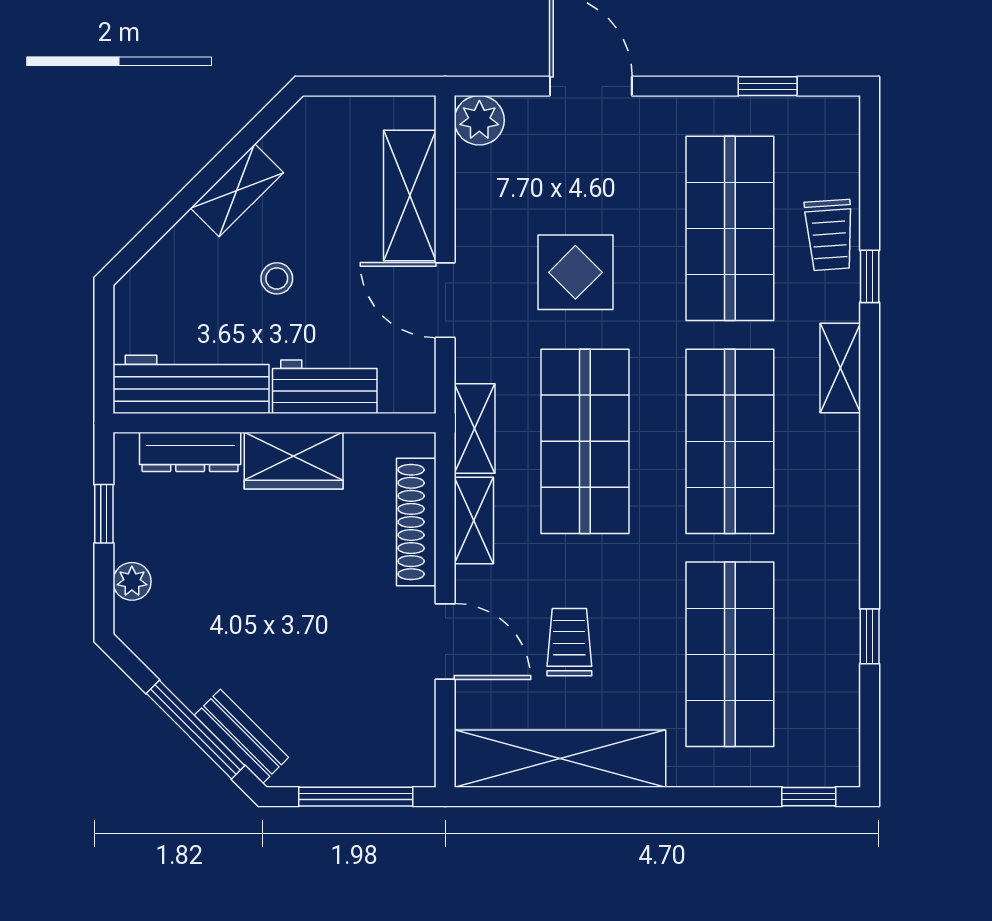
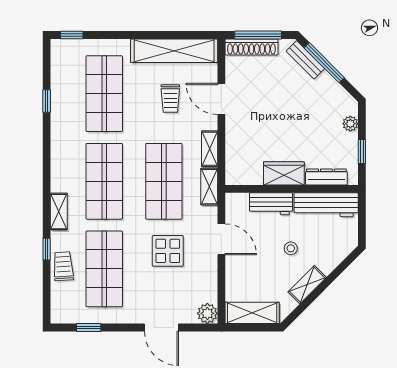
shelving: (410, 195) -> (252, 313), moved, turned 90
shoe rack: (416, 522) -> (251, 47), moved, turned 90

